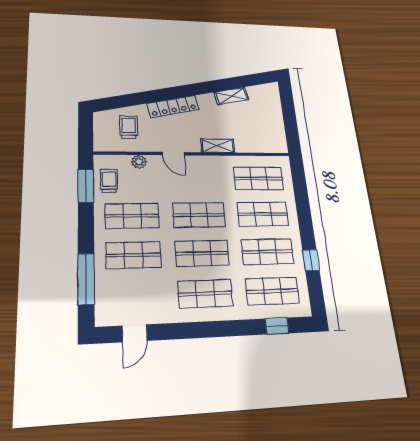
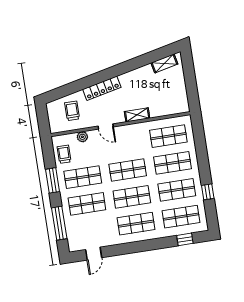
shelving: (231, 96) -> (164, 63), moved
window: (86, 186) -> (53, 180), moved

